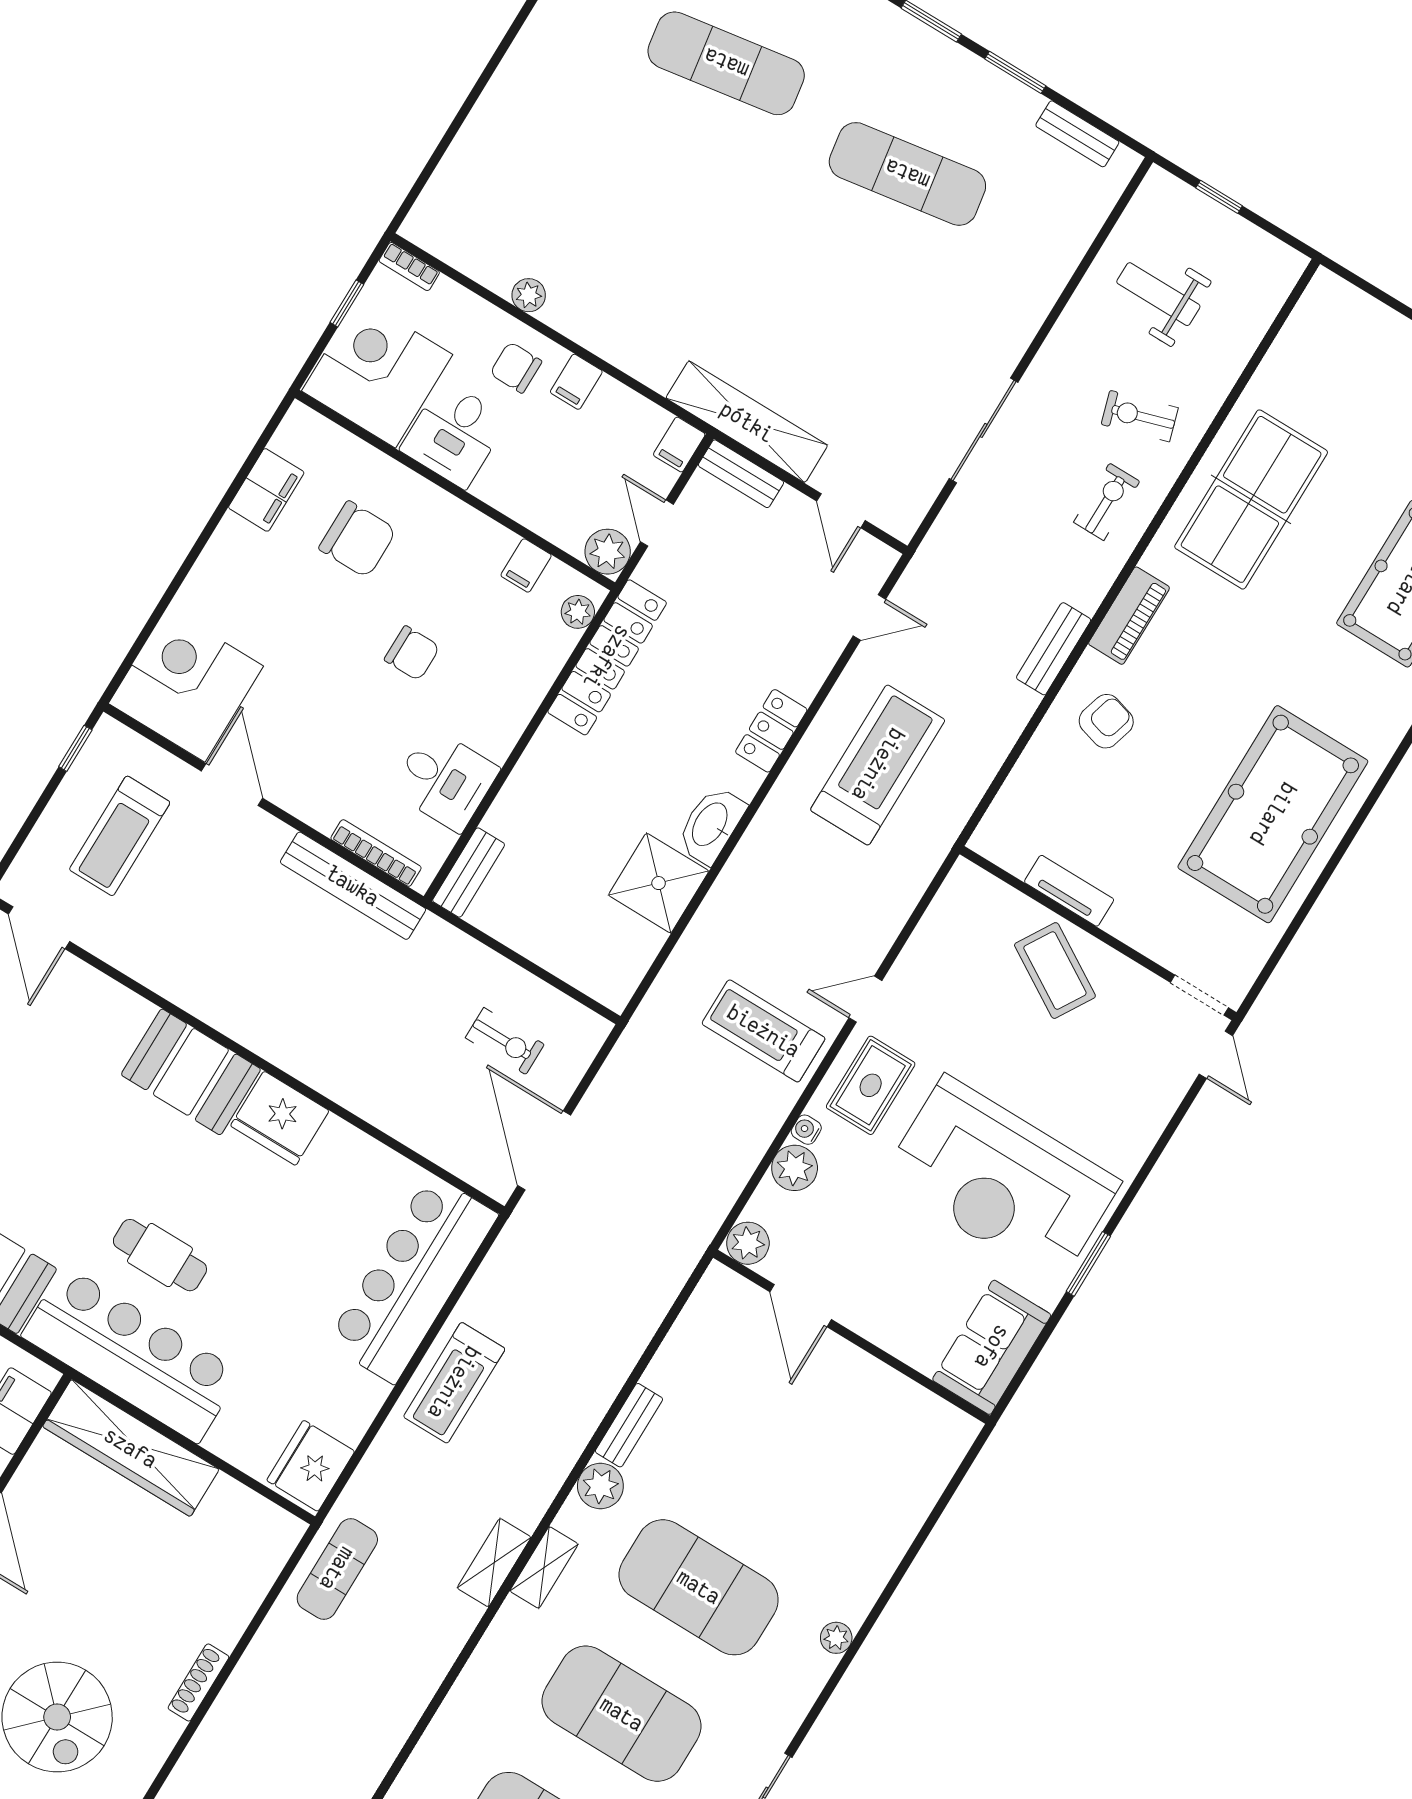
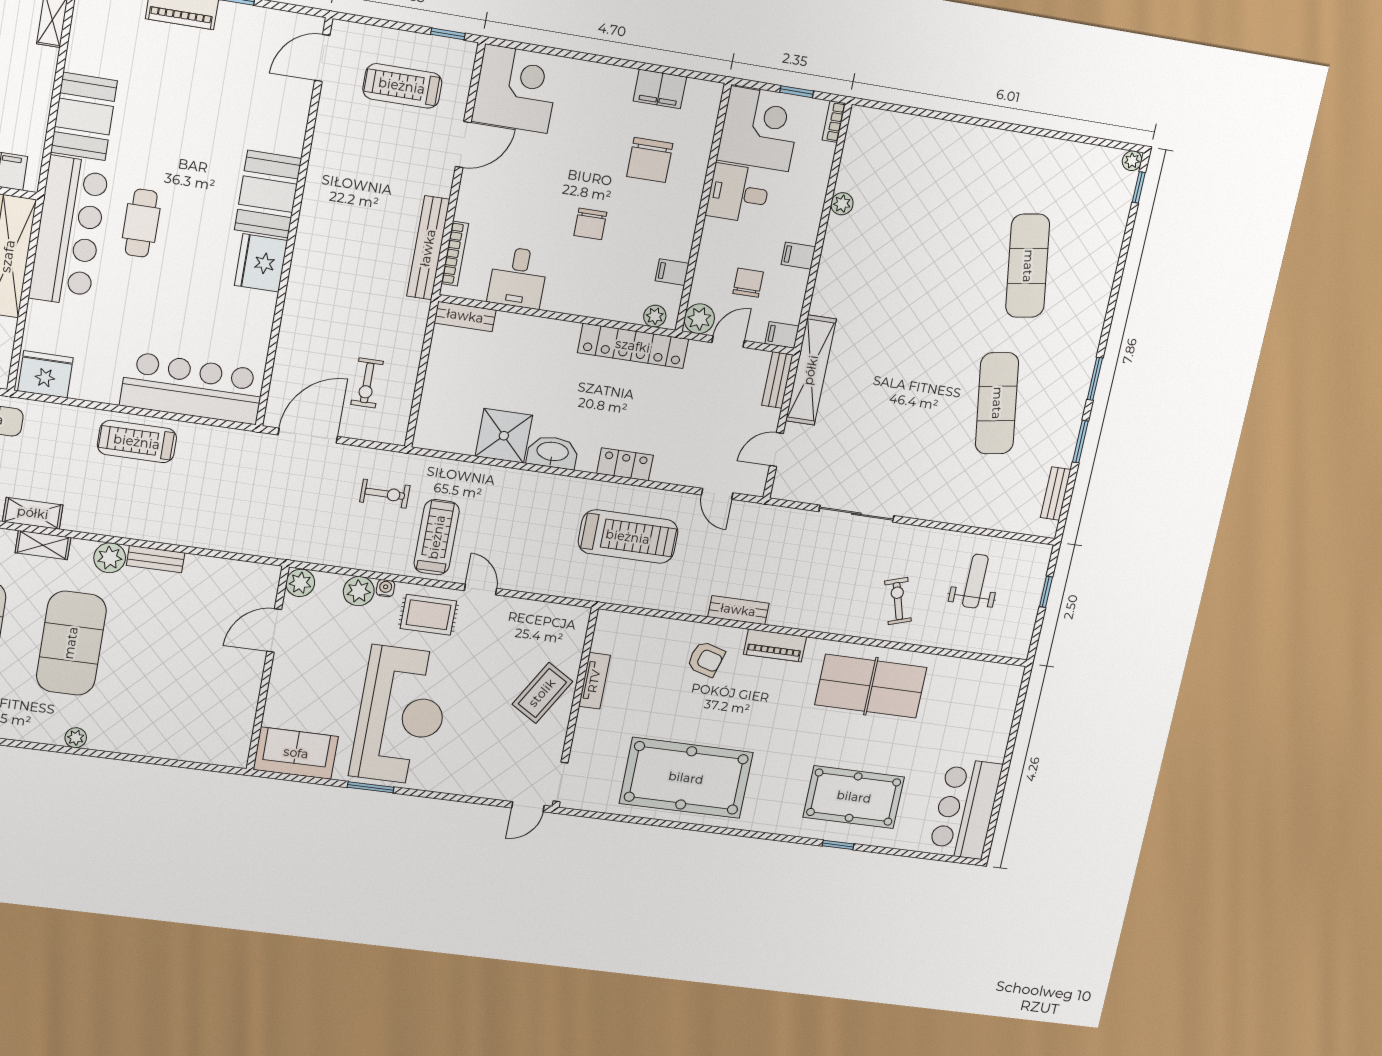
chair: (516, 367) -> (748, 283), moved
exercise bike: (1107, 502) -> (385, 494), moved
reception desk: (1001, 1180) -> (401, 715), turned 180

